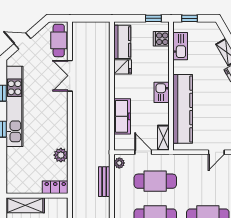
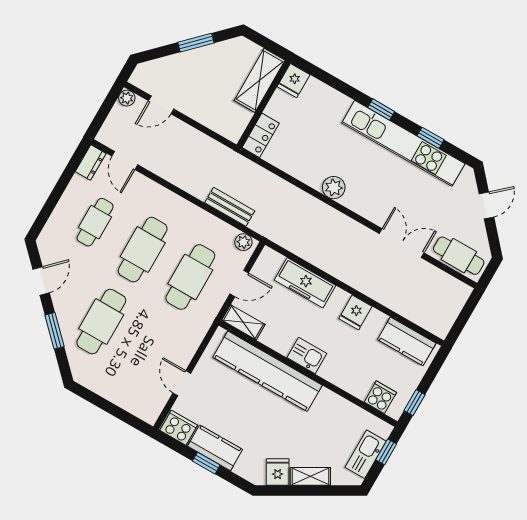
kitchen sink: (180, 46) -> (366, 454), moved, turned 90
fridge: (123, 67) -> (355, 312), moved
plant: (61, 155) -> (334, 188), moved
fridge: (15, 186) -> (294, 81), added

